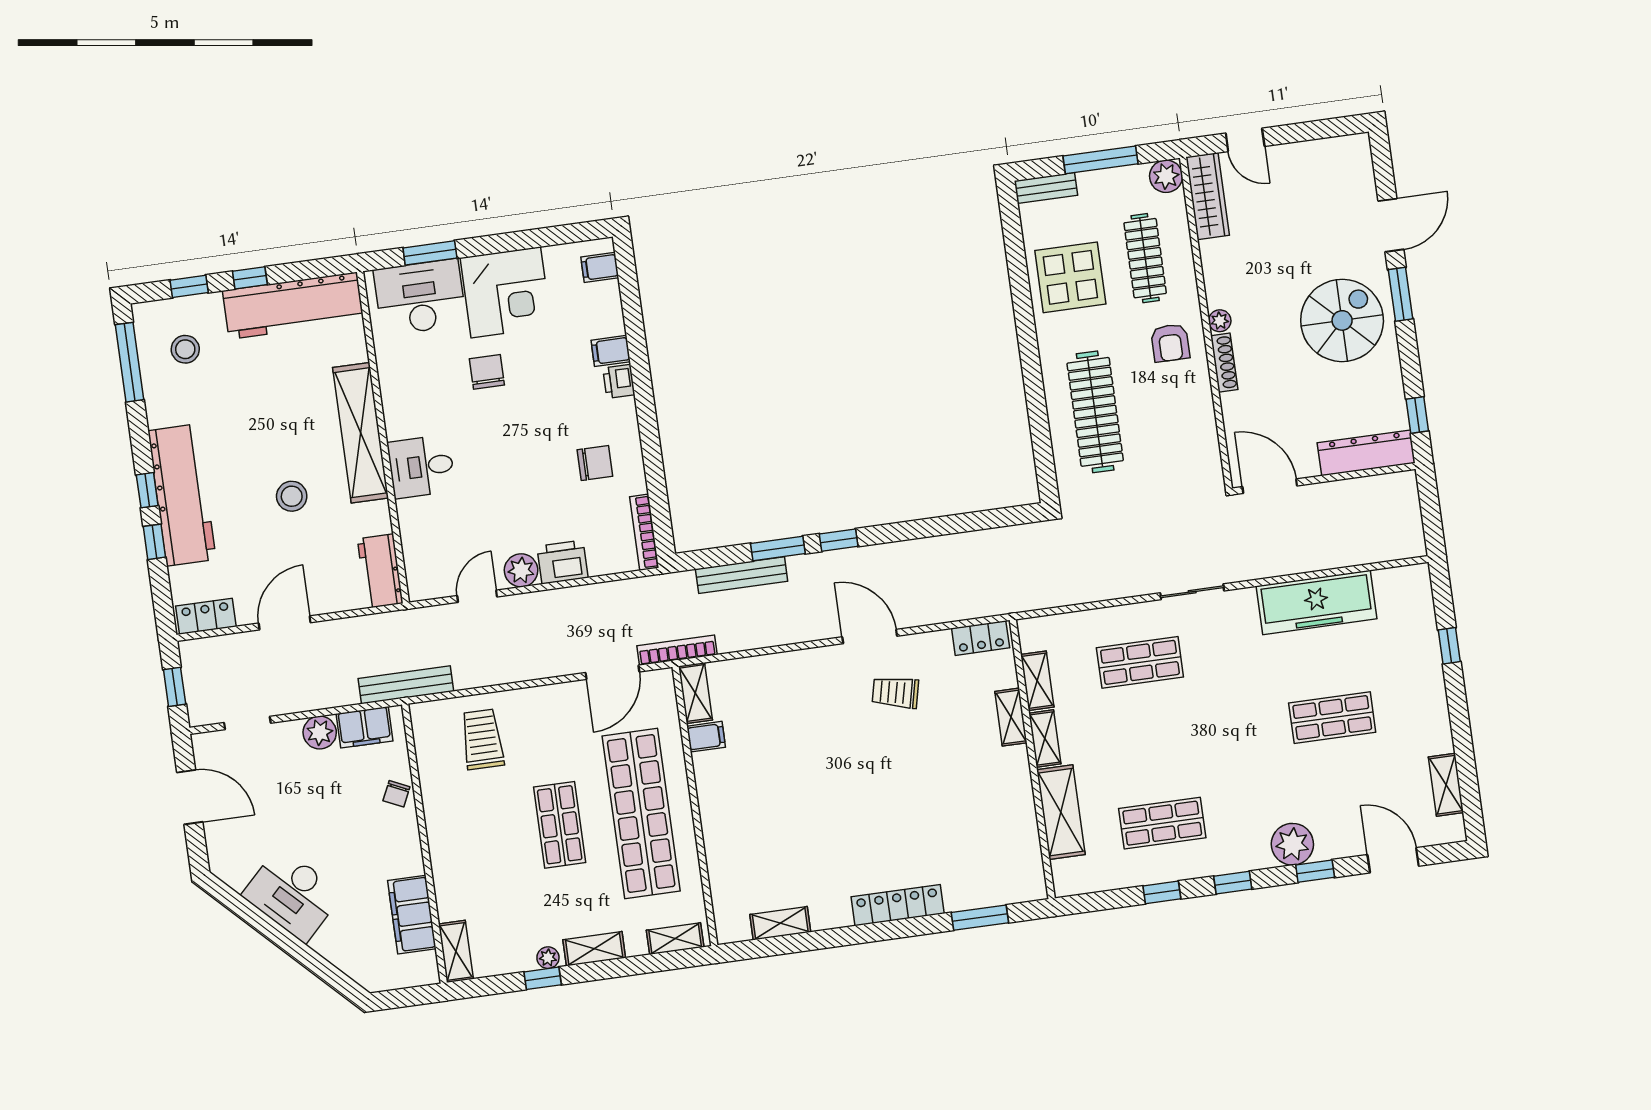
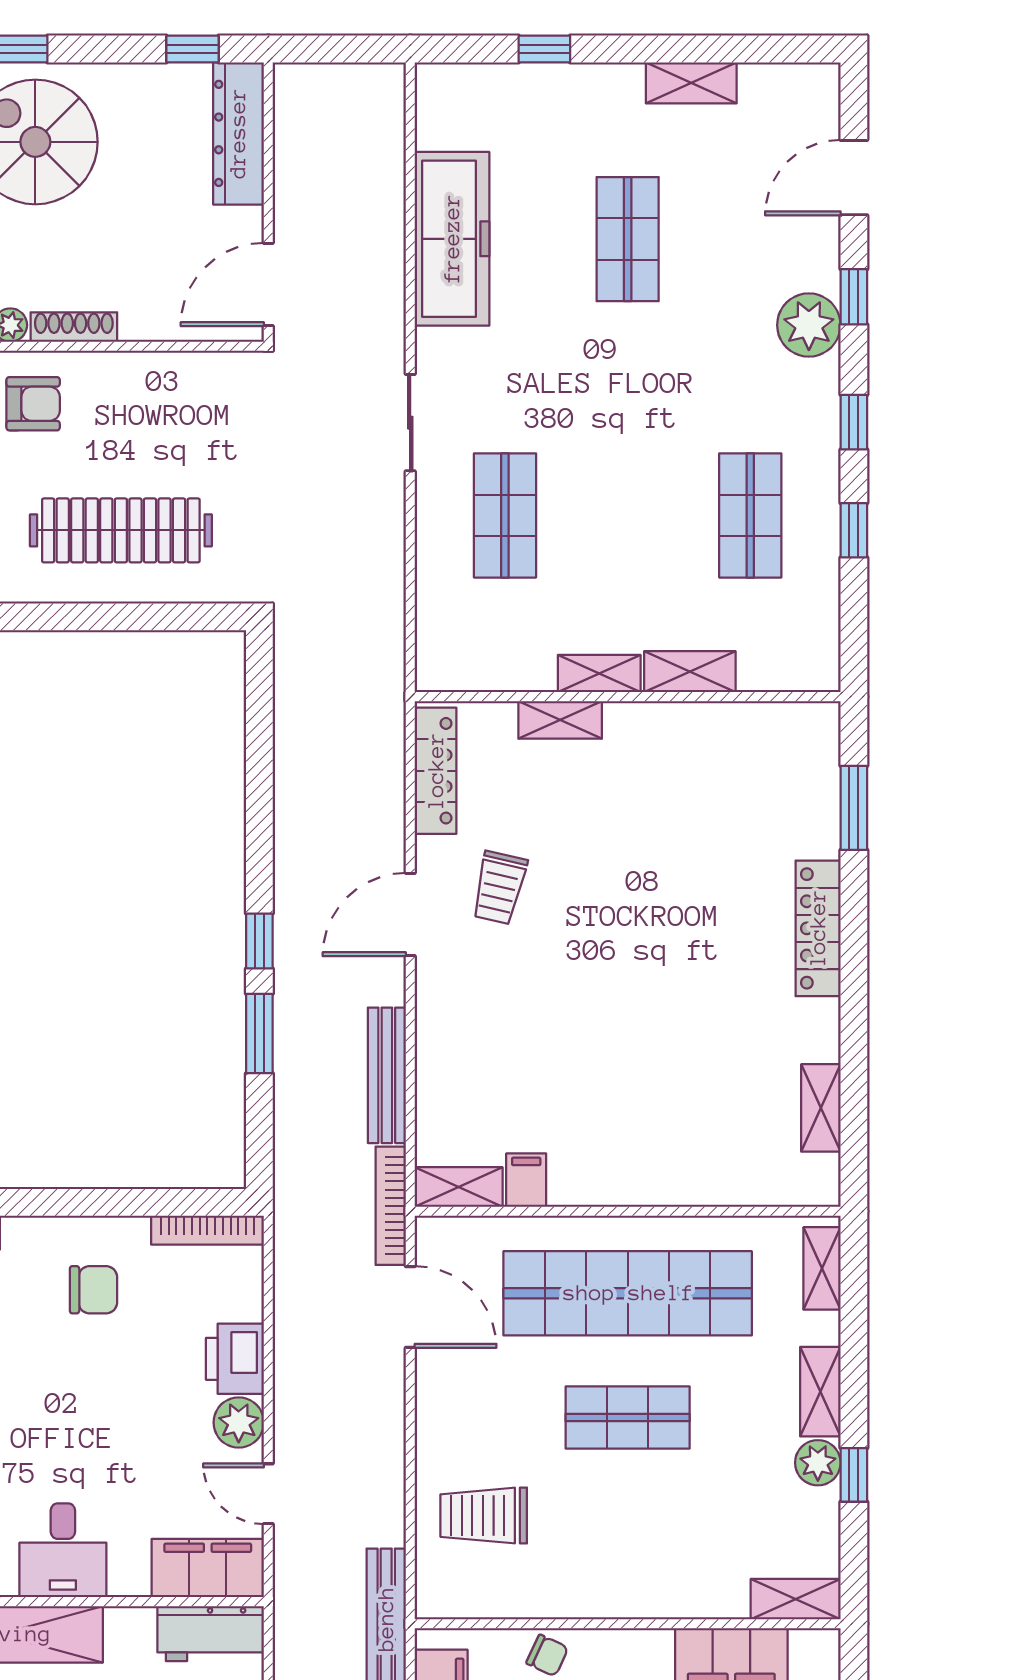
chair: (595, 463) -> (94, 1290), turned 90
filing cabinet: (423, 563) -> (208, 1568), added
bench: (742, 575) -> (387, 1075), moved
locker: (981, 638) -> (436, 771), width x1.53
shelving: (1037, 681) -> (511, 673), removed
shelving: (1446, 785) -> (691, 83), moved
shelving: (1061, 812) -> (690, 672), width x0.67, depth x0.75
plant: (548, 958) -> (818, 1463), width x1.38, depth x1.38

